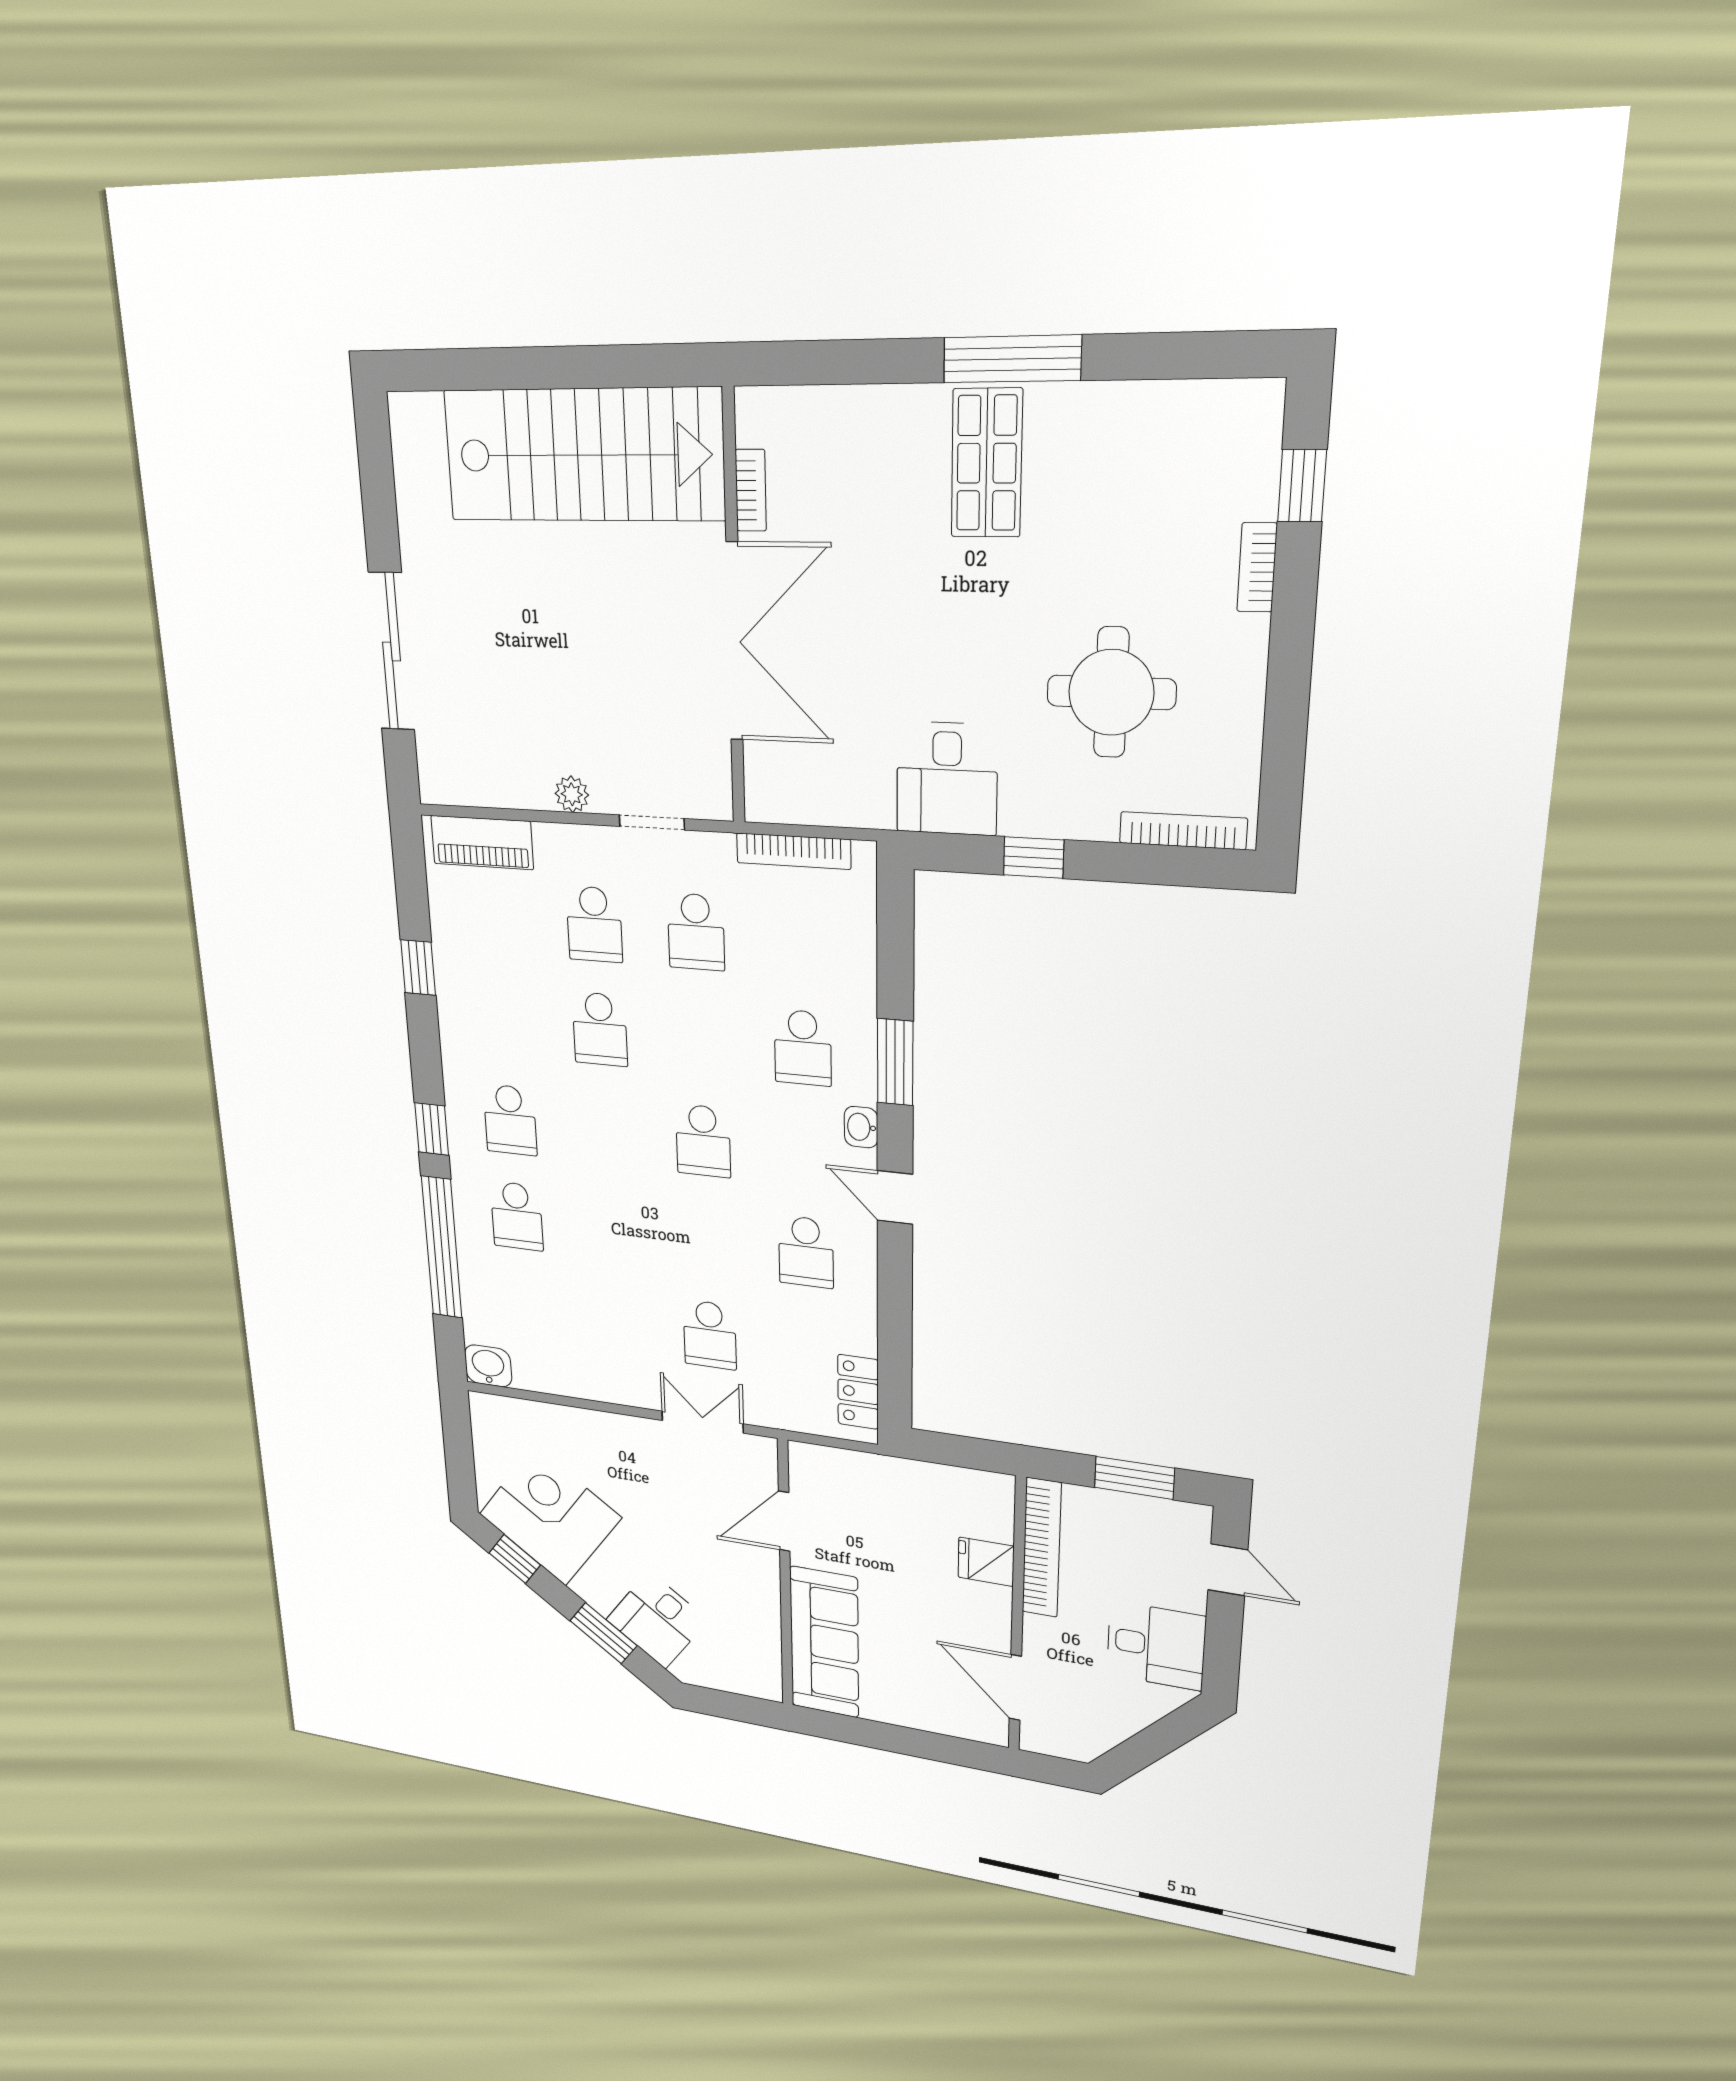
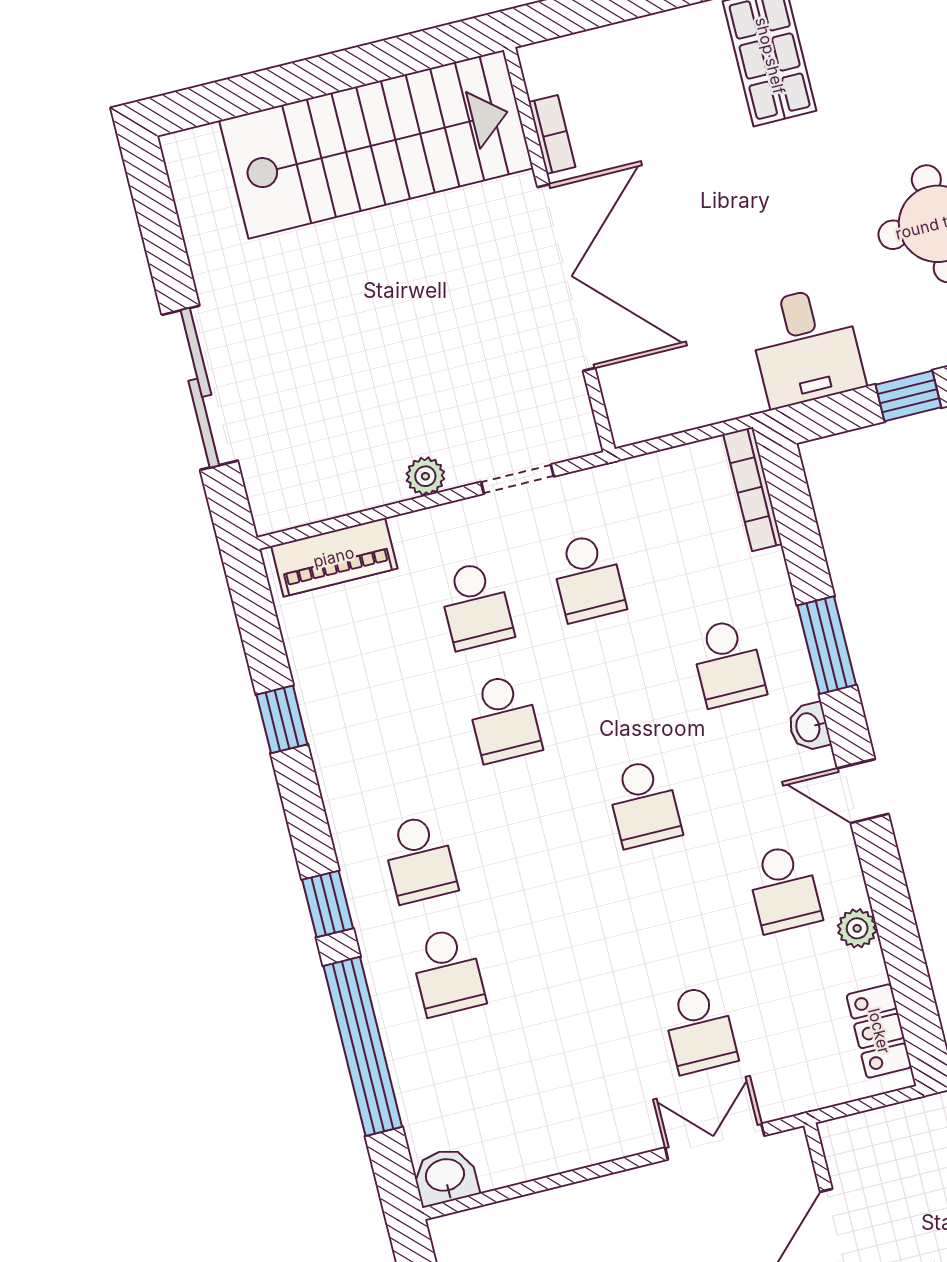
bookcase: (793, 851) -> (753, 489), moved, turned 90
plant: (861, 1306) -> (857, 928), added

